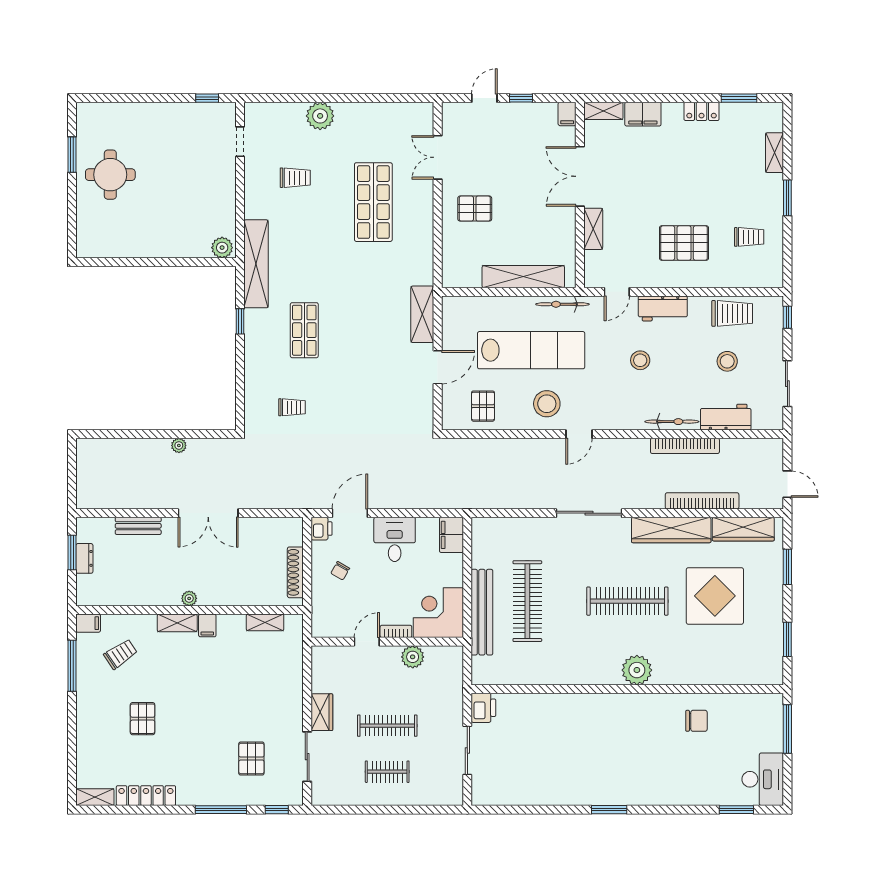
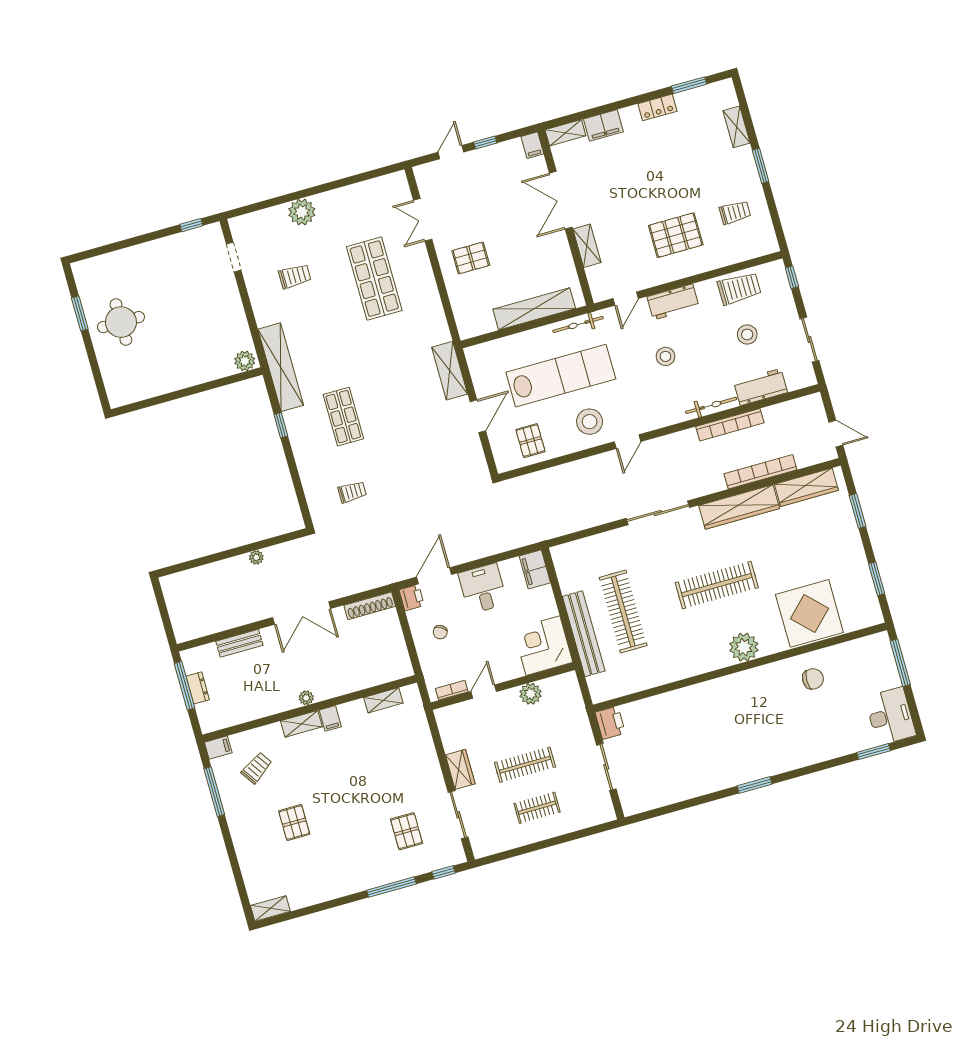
window: (72, 553) -> (184, 686), width x1.44
shoe rack: (295, 572) -> (370, 606), moved, turned -90
display table: (715, 596) -> (809, 613), moved
bookcase: (396, 631) -> (452, 690), moved
locker: (146, 796) -> (318, 894), removed

